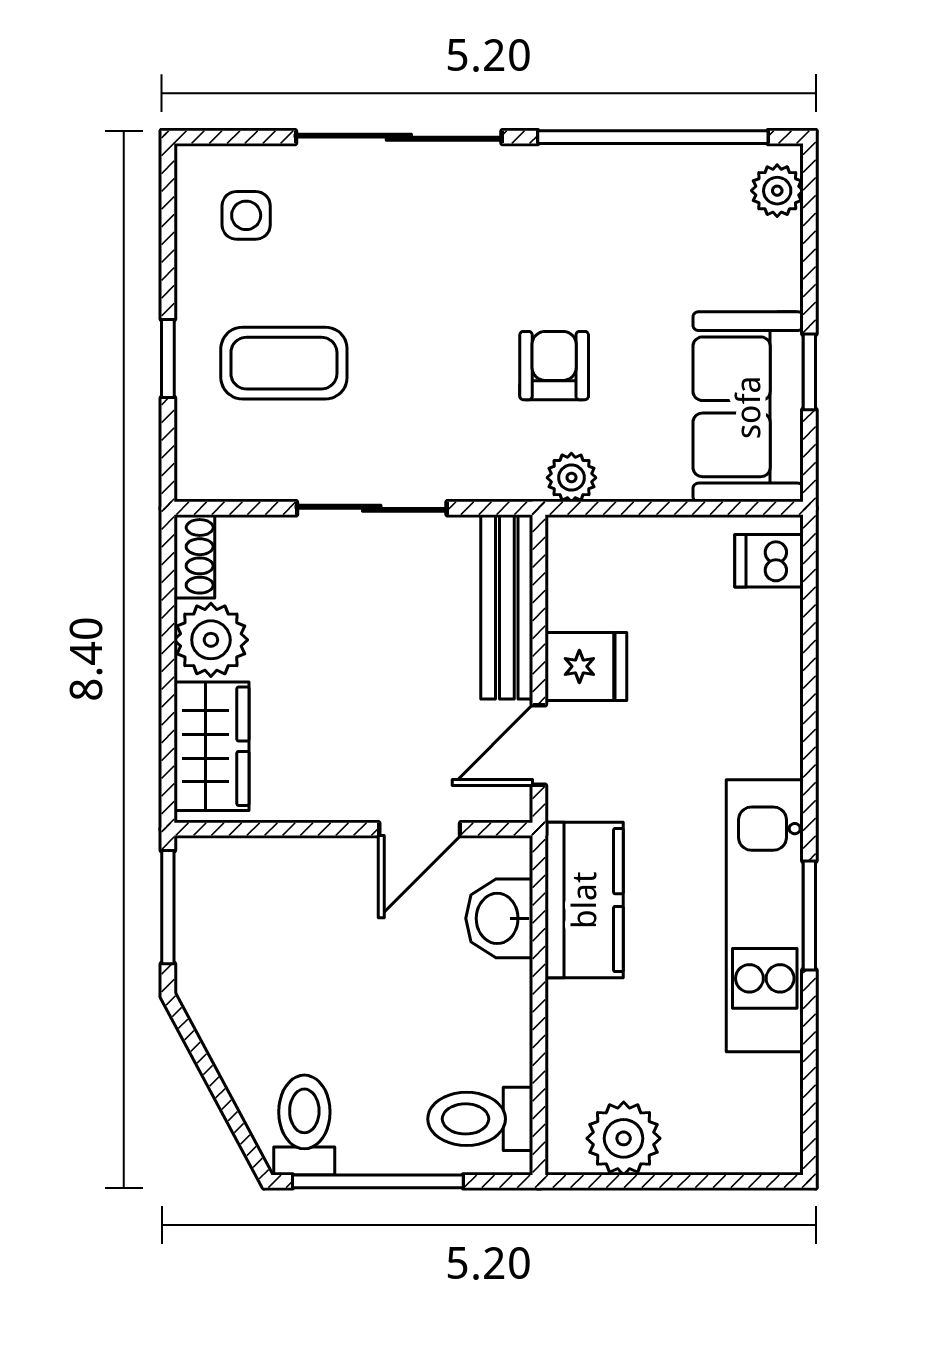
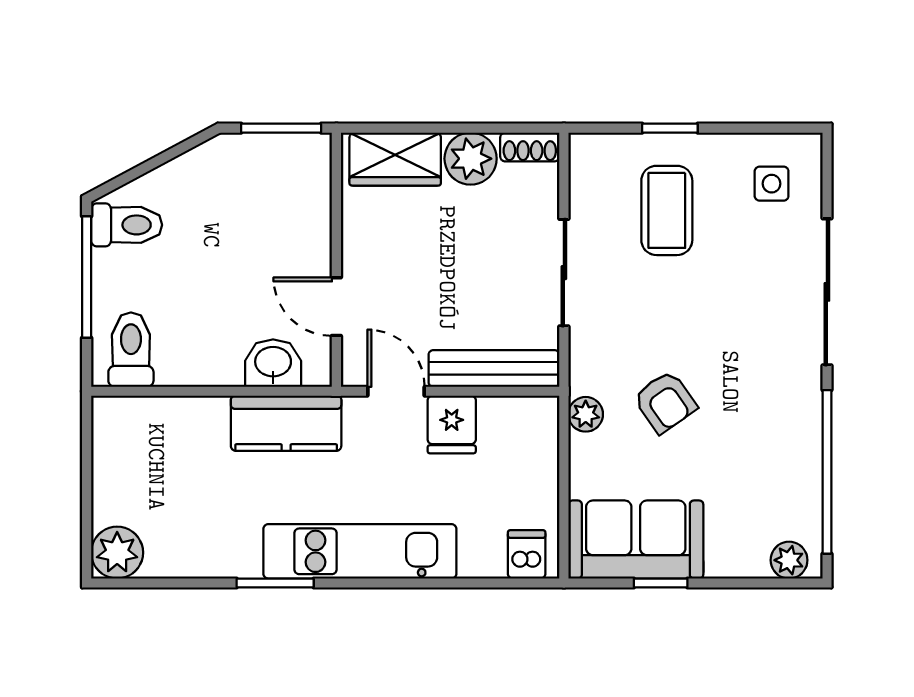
armchair: (554, 366) -> (665, 402), turned 55
kitchen unit: (765, 916) -> (360, 551), moved
plant: (624, 1138) -> (117, 553), moved

